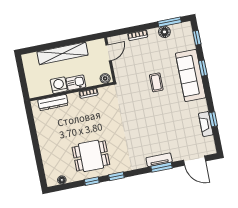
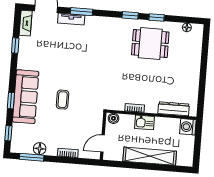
washing machine: (59, 85) -> (188, 127), moved, turned 90
fireplace: (206, 124) -> (26, 23), moved
tv unit: (159, 160) -> (71, 19), moved

